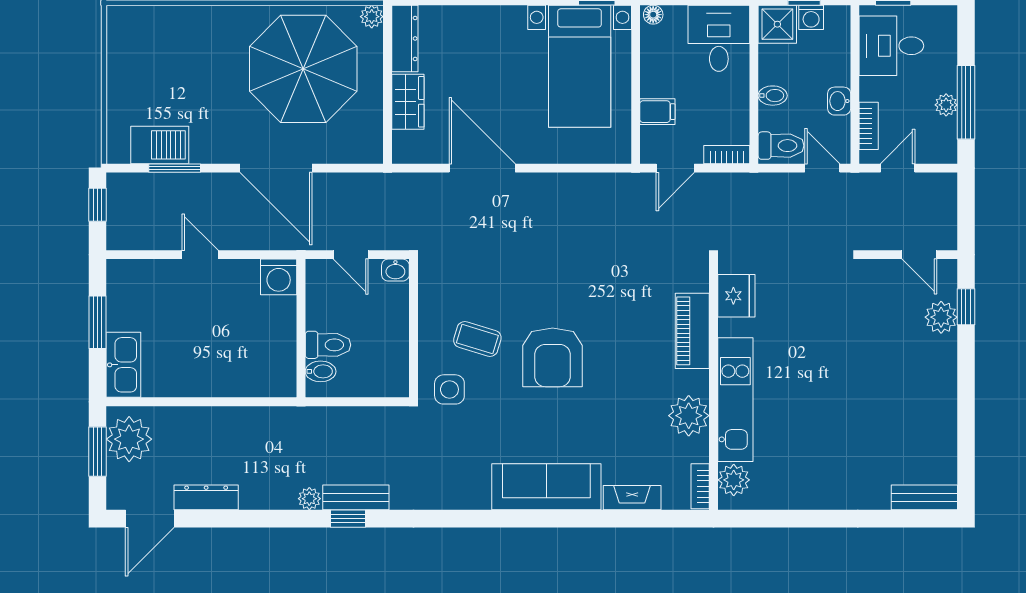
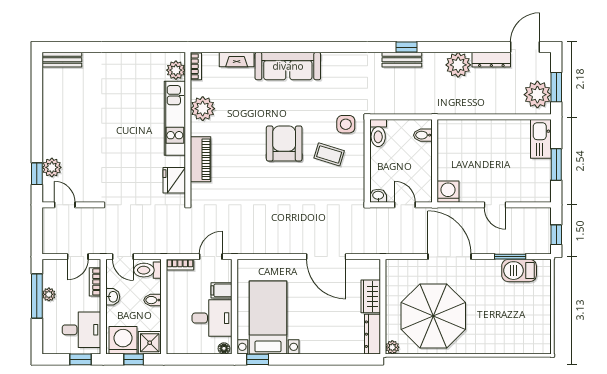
washing machine: (811, 17) -> (123, 340), width x1.89, depth x1.89
desk: (719, 38) -> (212, 318), moved, turned -90
toilet: (328, 345) -> (378, 133), moved, turned -90
plant: (309, 499) -> (458, 65), moved, width x1.88, depth x1.88

